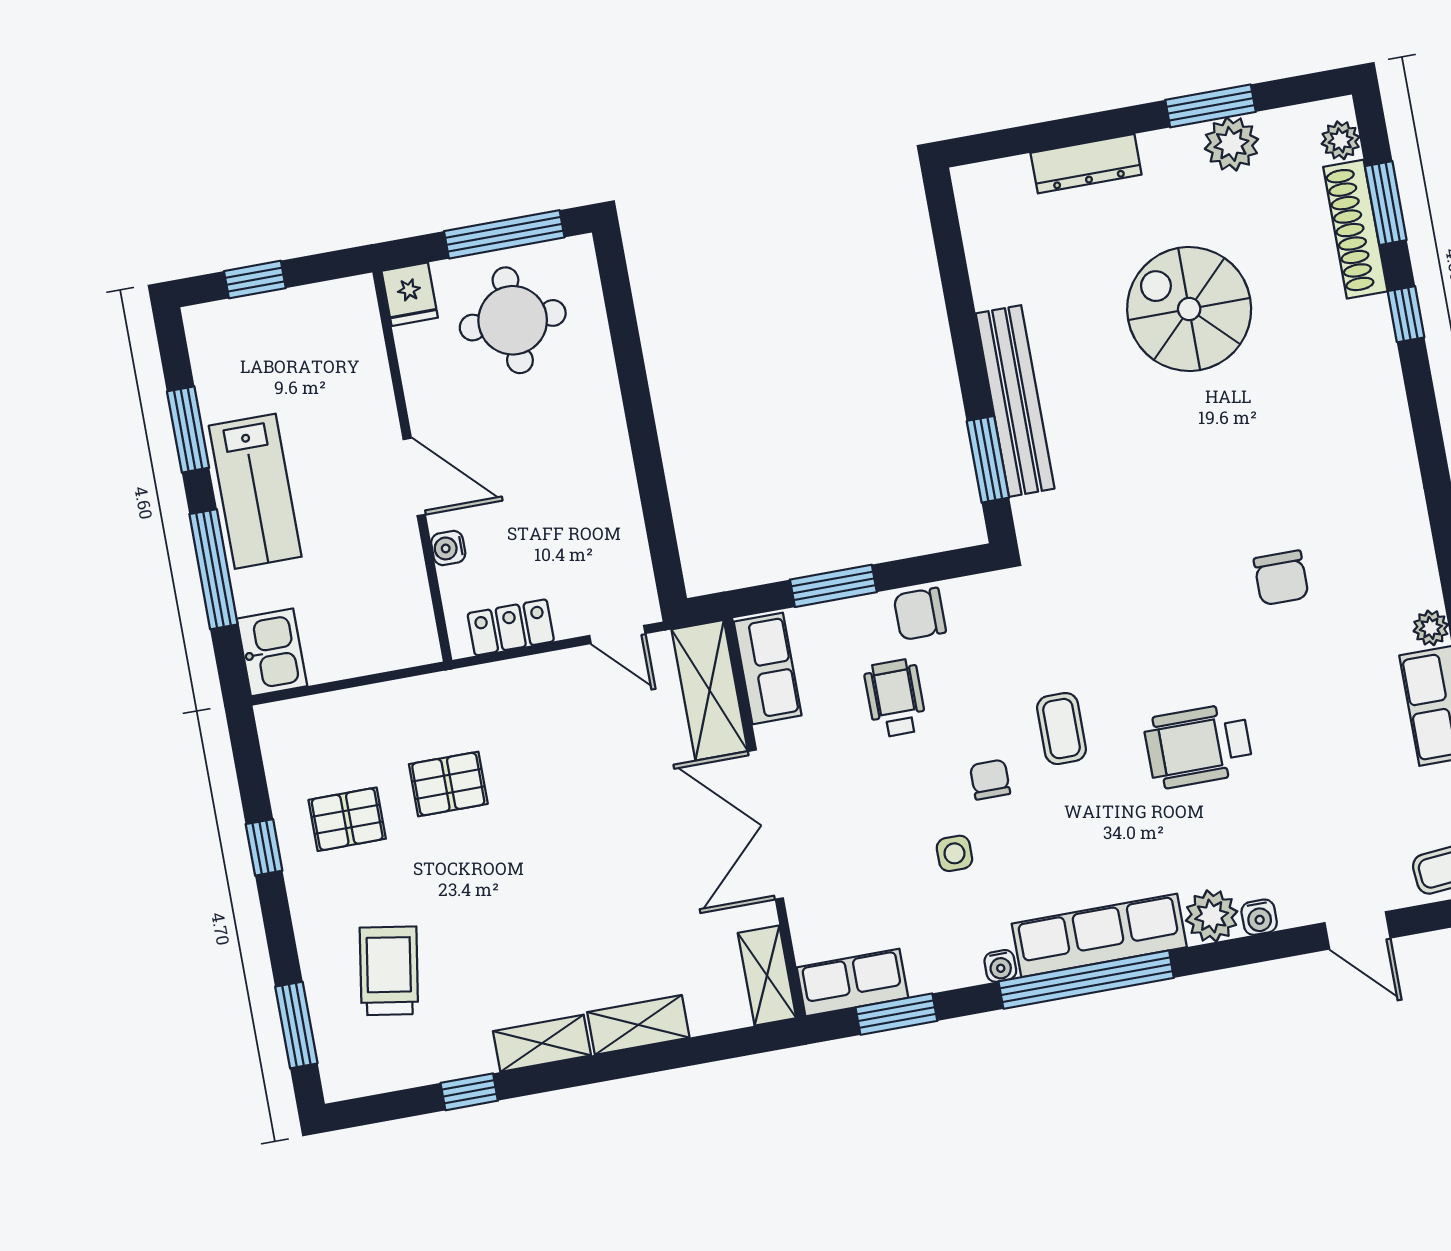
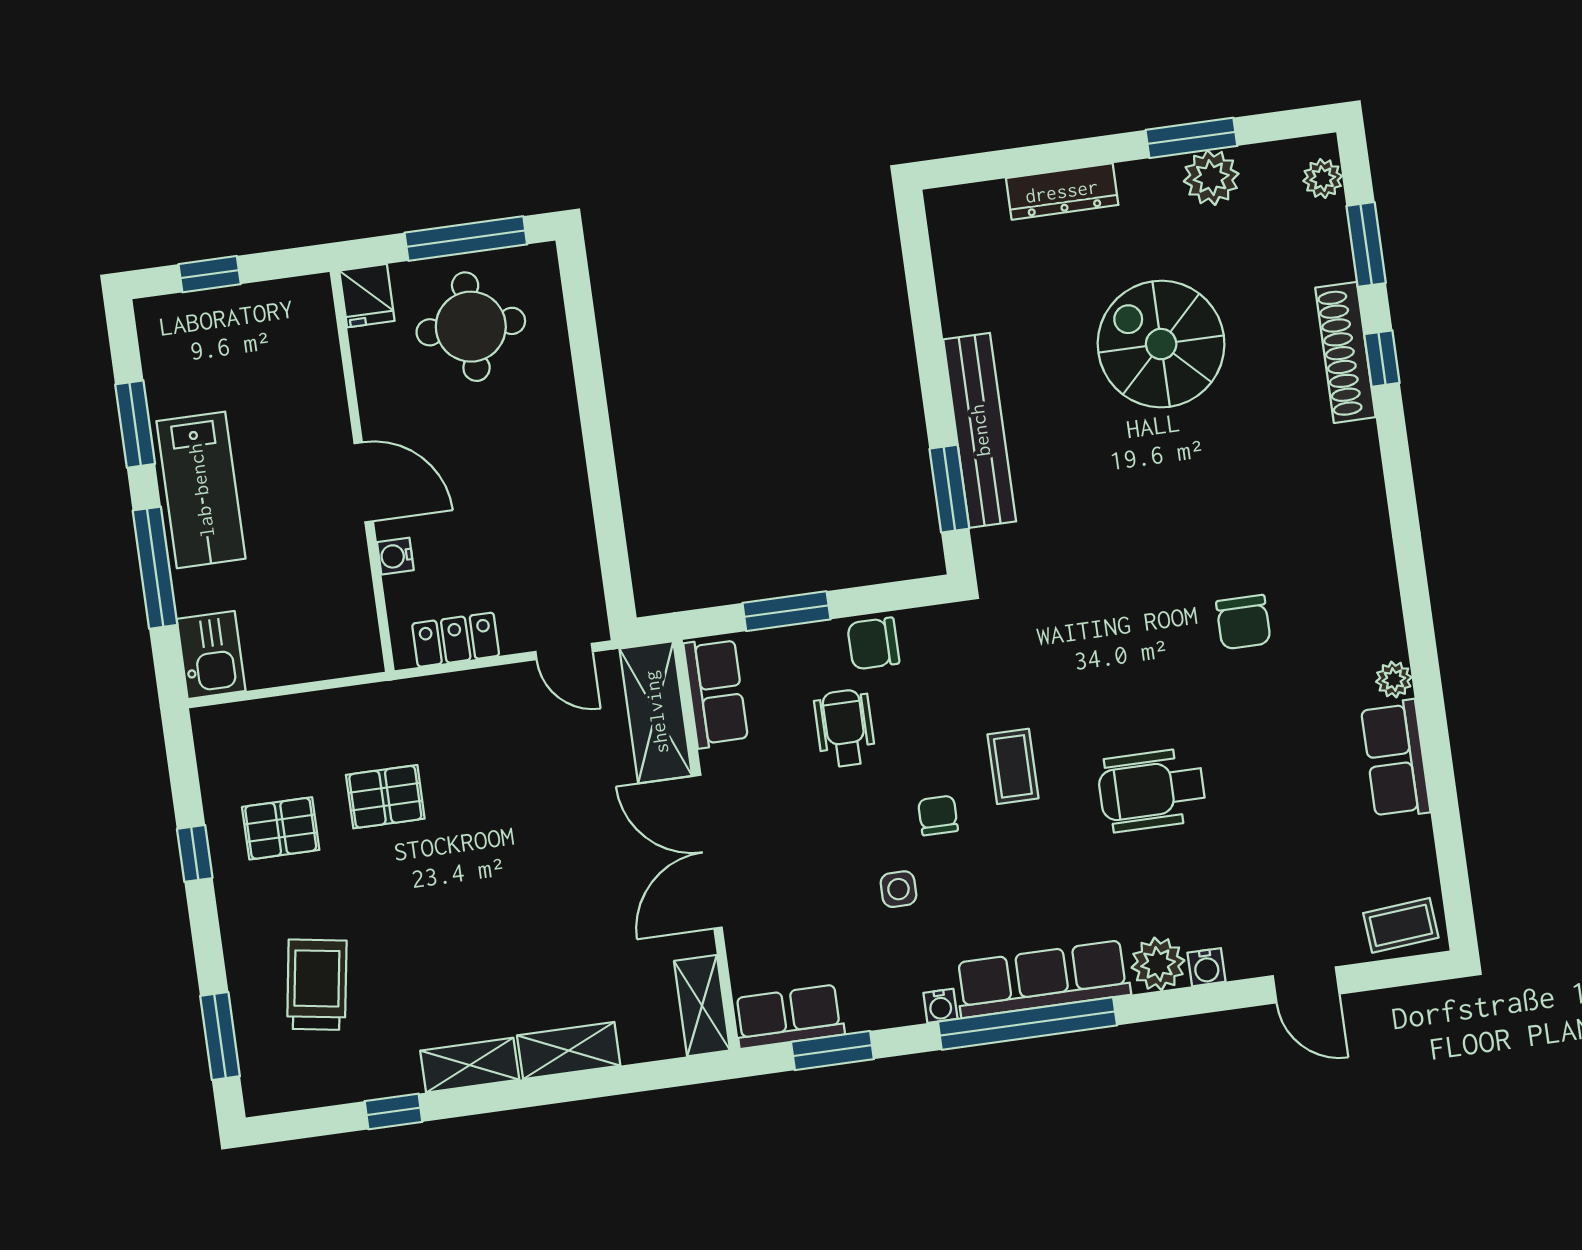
shoe rack: (1355, 229) -> (1345, 352), moved

